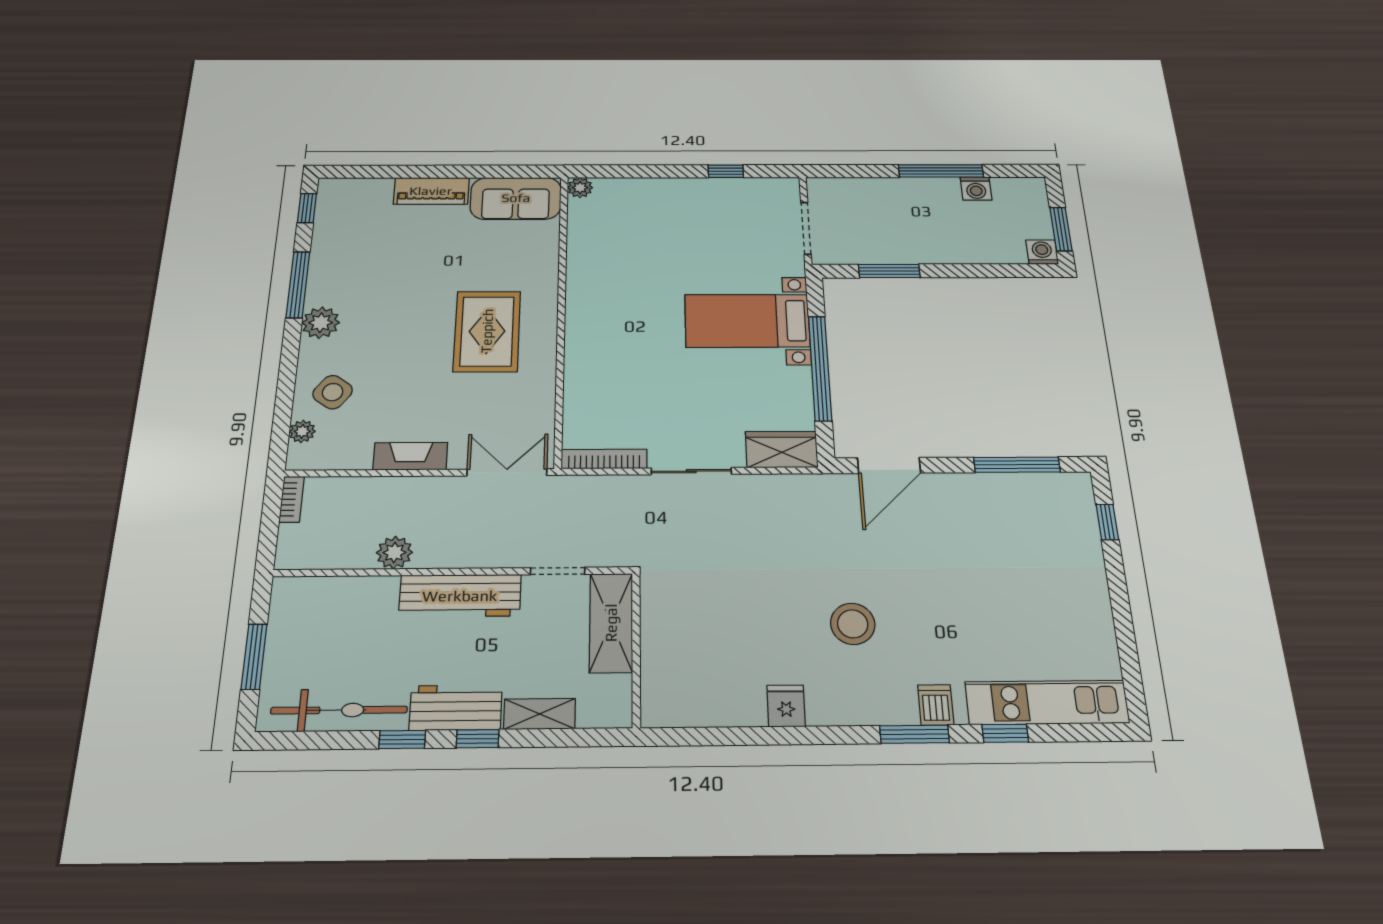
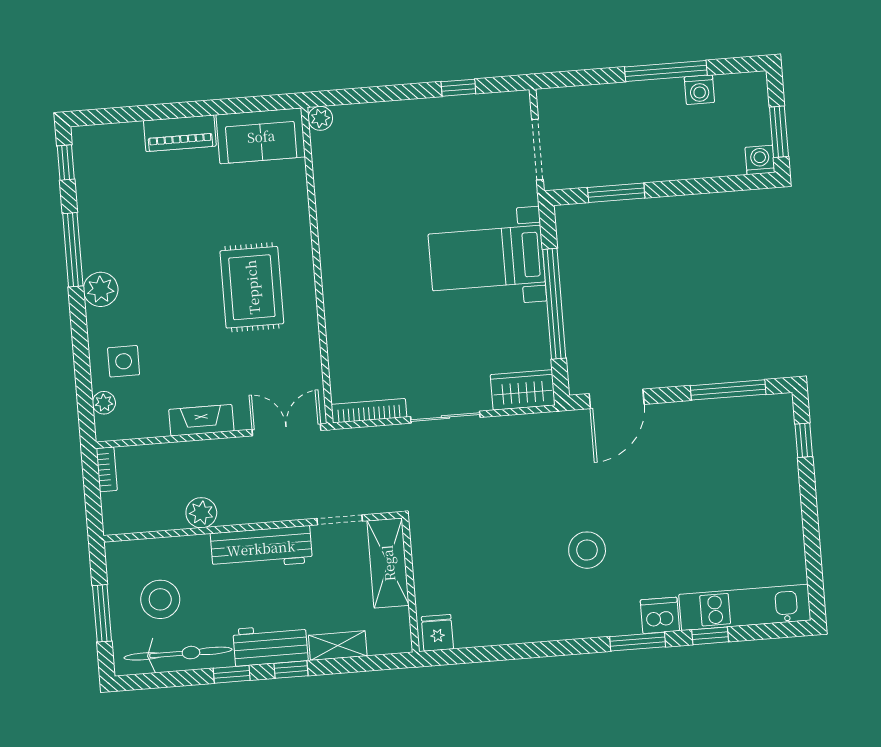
side table: (333, 392) -> (124, 361), turned -36
stool: (328, 645) -> (160, 599), added
dishwasher: (936, 705) -> (660, 615), width x1.38
fridge: (786, 706) -> (437, 633), moved

